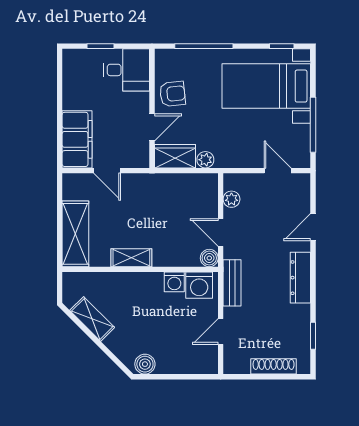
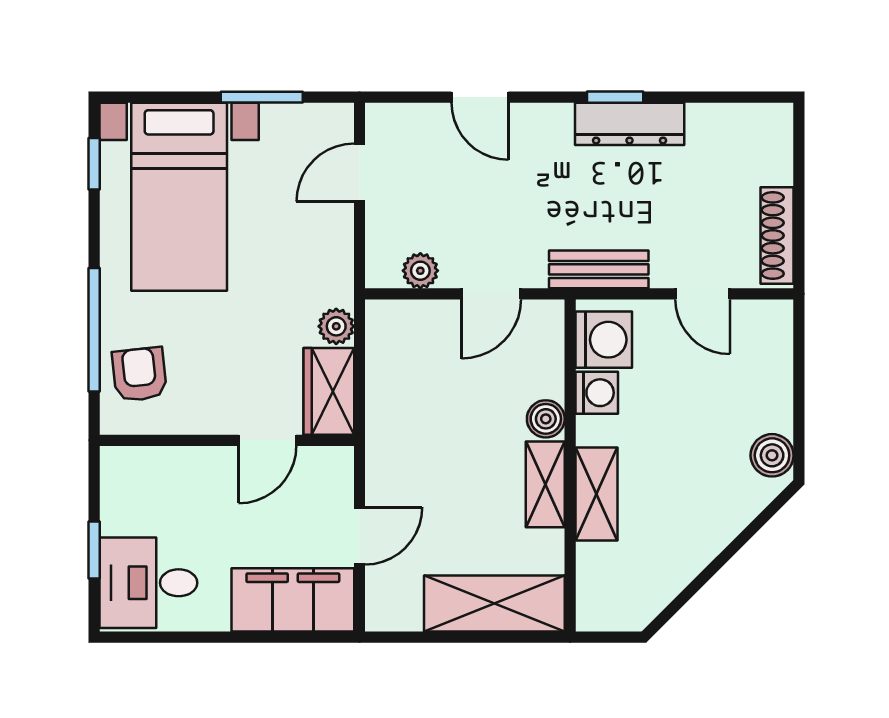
desk: (126, 70) -> (148, 583), moved, turned -90
armchair: (173, 94) -> (139, 374), moved
window: (313, 125) -> (262, 97), width x0.69
door: (152, 127) -> (267, 440), swing flipped
boiler: (209, 258) -> (546, 419), moved
dresser: (300, 278) -> (630, 124), moved
shelving: (92, 319) -> (597, 494), moved, turned -45
window: (313, 336) -> (615, 97), moved
shoe rack: (274, 366) -> (777, 236), moved

